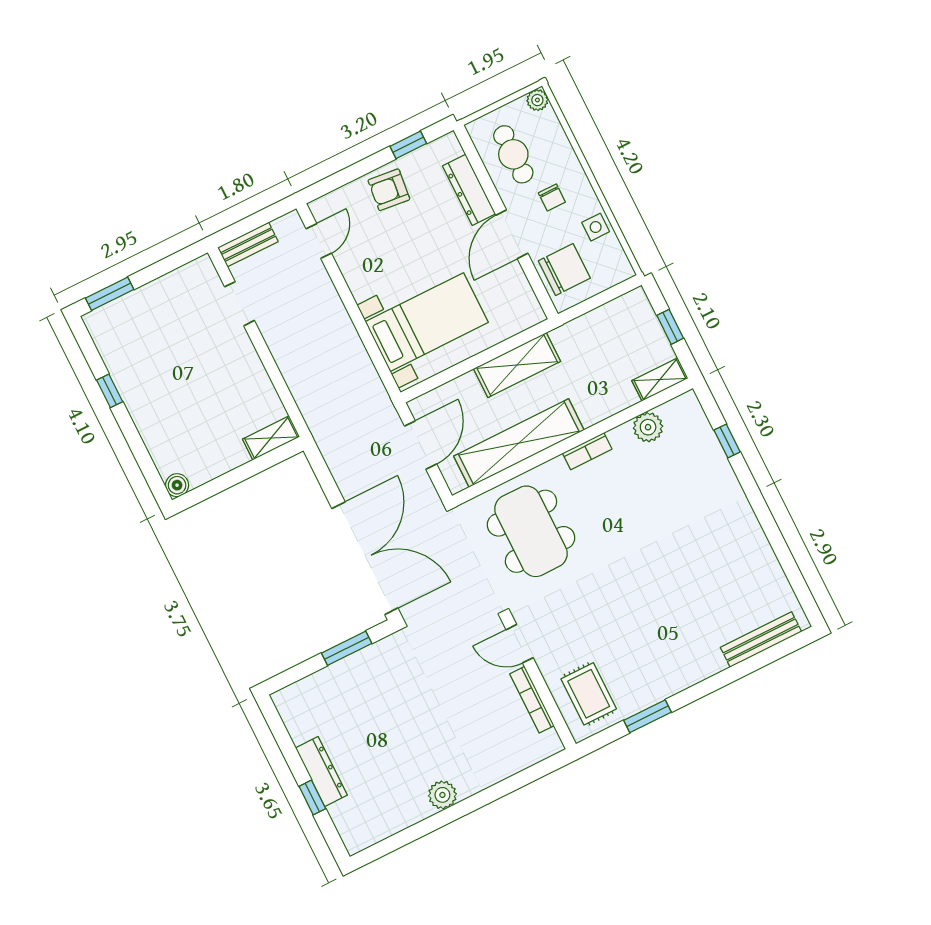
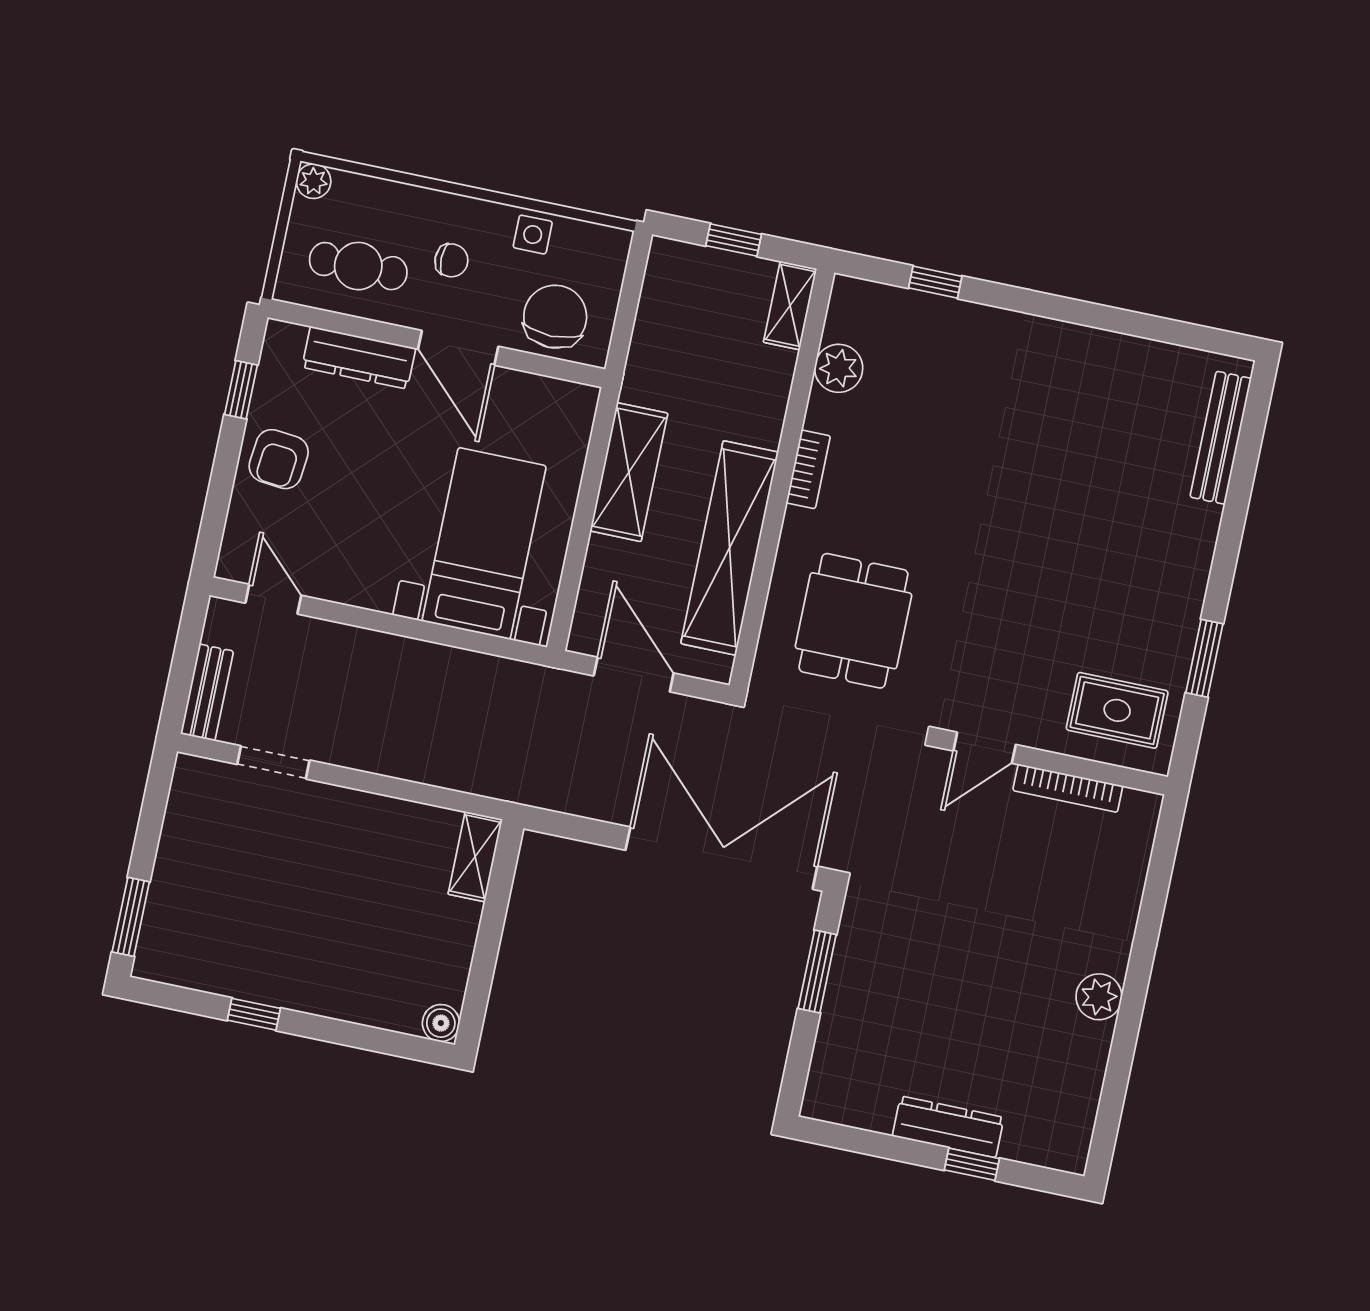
dining table: (531, 531) -> (853, 621), width x0.73

